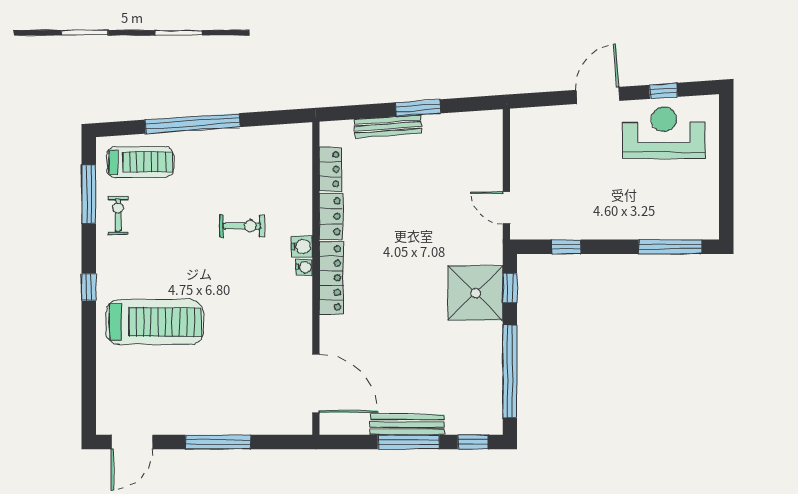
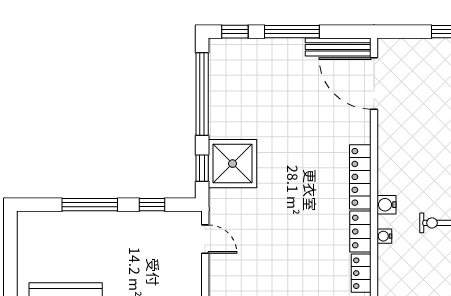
window: (670, 247) -> (90, 205), moved
water cooler: (304, 267) -> (384, 236), moved
bench: (407, 425) -> (338, 47), moved

